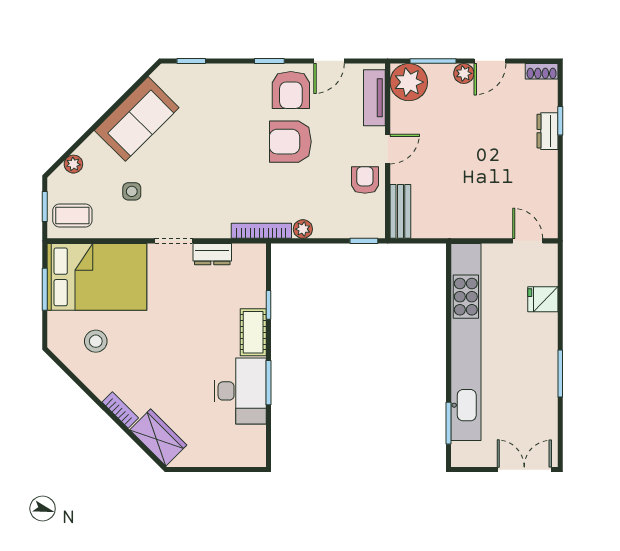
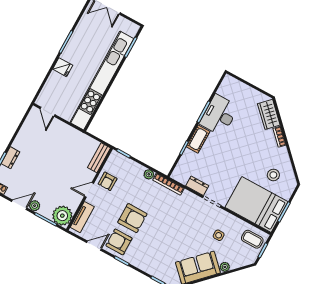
armchair: (291, 90) -> (119, 242), turned -90
plant: (73, 164) -> (225, 267), moved
fridge: (543, 299) -> (63, 67), moved

